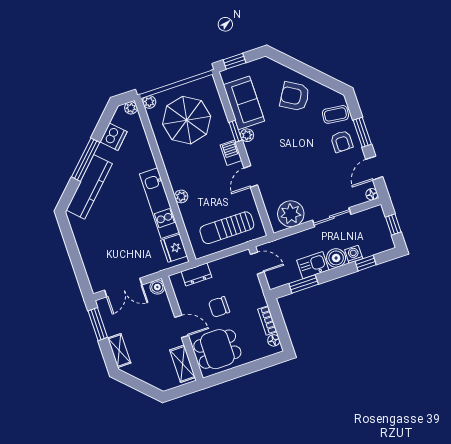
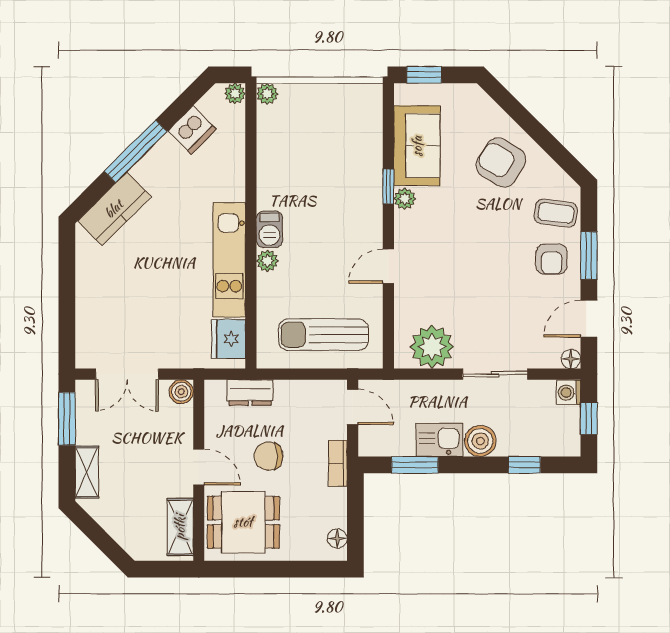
parasol: (187, 120) -> (317, 143), removed
barbecue: (231, 153) -> (269, 229), moved, turned 180
kitchen counter: (89, 187) -> (114, 209), width x0.67
washing machine: (354, 254) -> (568, 393), moved, turned -90
bookcase: (267, 320) -> (338, 463), moved

